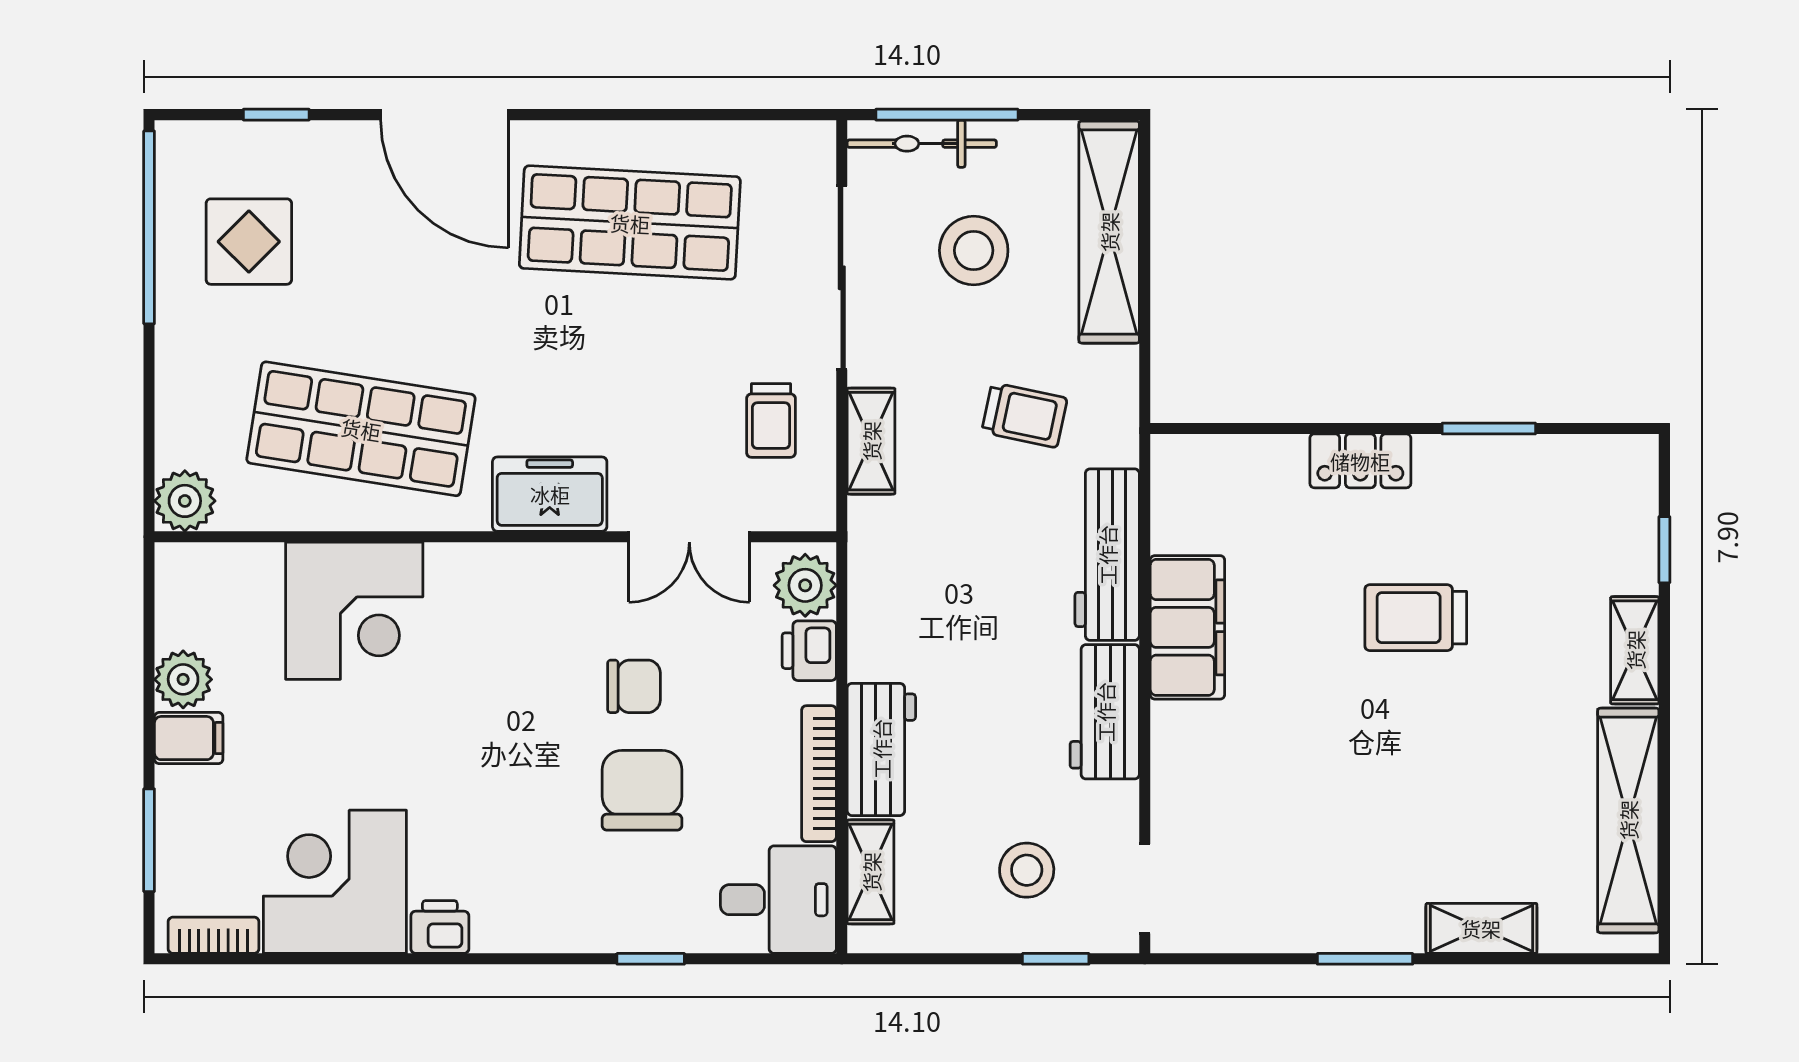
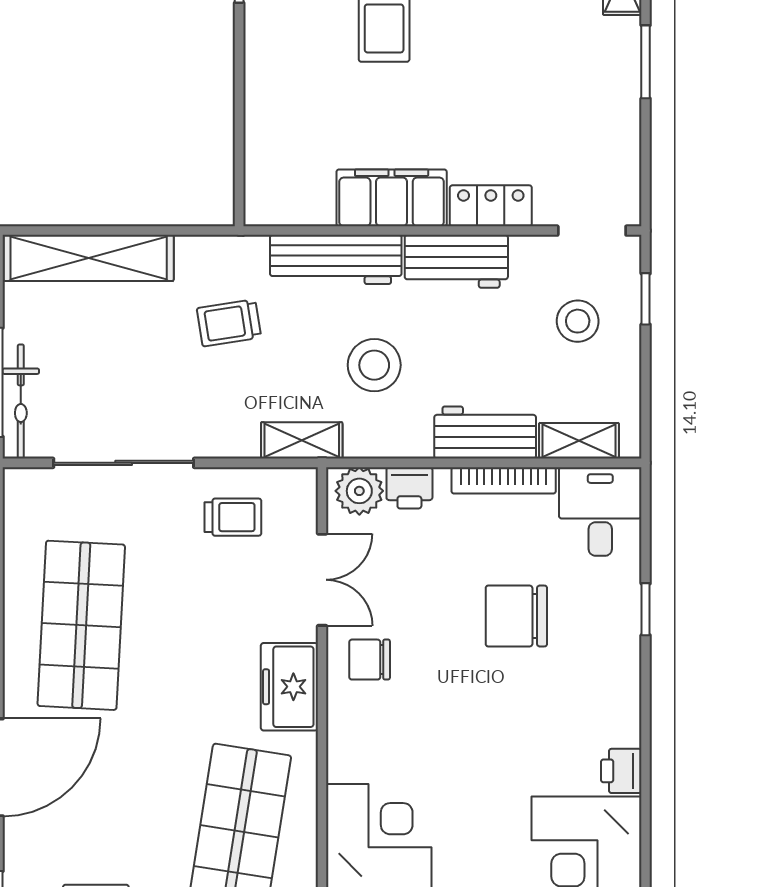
stool: (974, 250) -> (374, 365), moved
trolley: (1024, 415) -> (229, 323), turned -111
shelving: (871, 441) -> (302, 440), moved
locker: (1360, 461) -> (491, 206), moved, turned -90
chair: (634, 686) -> (370, 660), moved, turned -90

